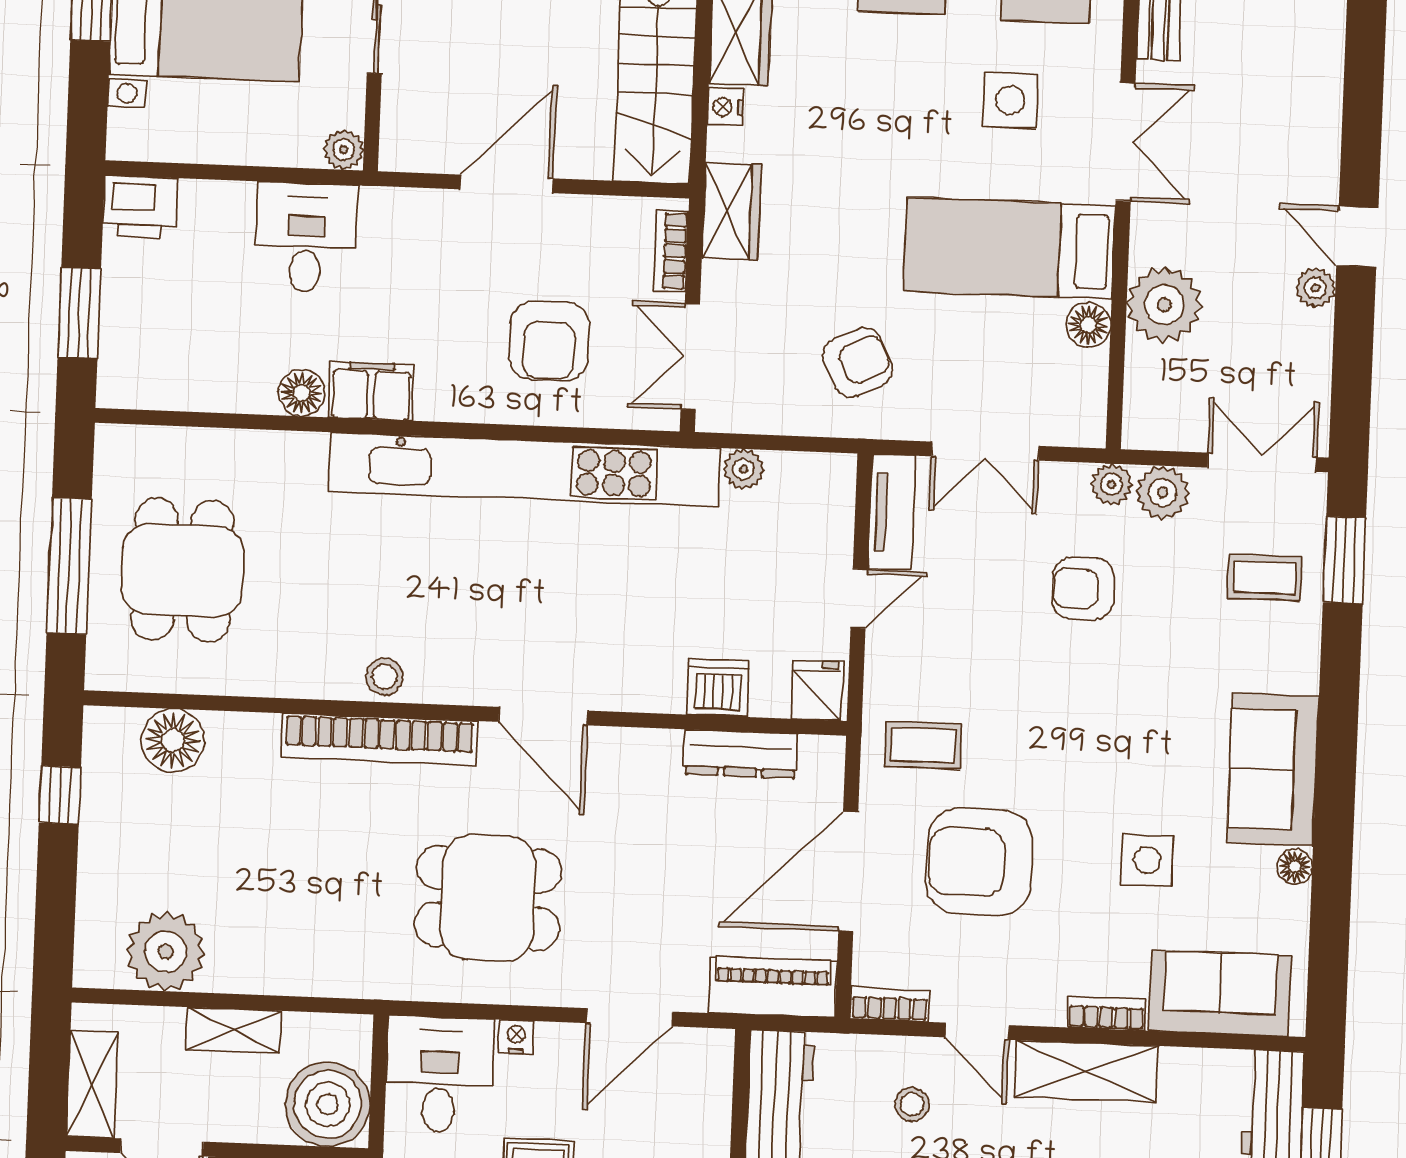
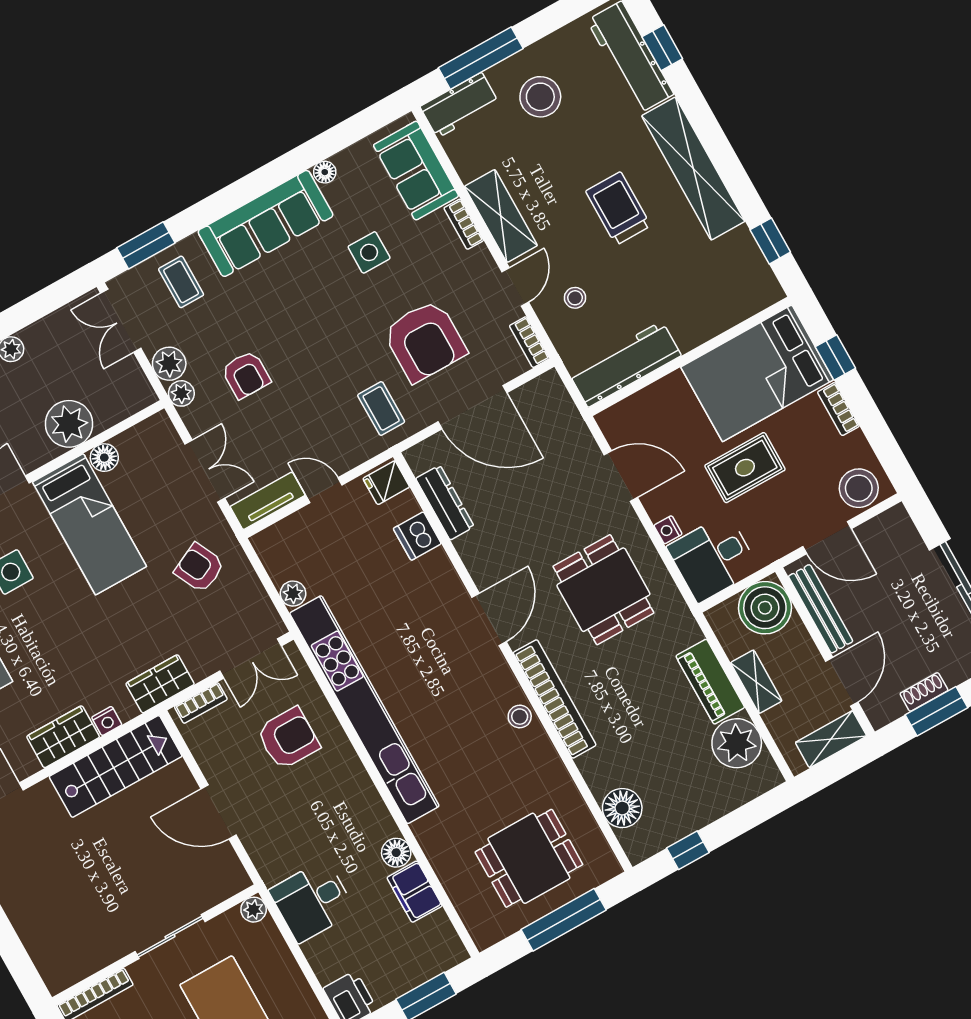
filing cabinet: (371, 391) -> (415, 892), moved
sofa: (1273, 769) -> (265, 223), width x1.36
piano: (773, 987) -> (710, 682), moved

